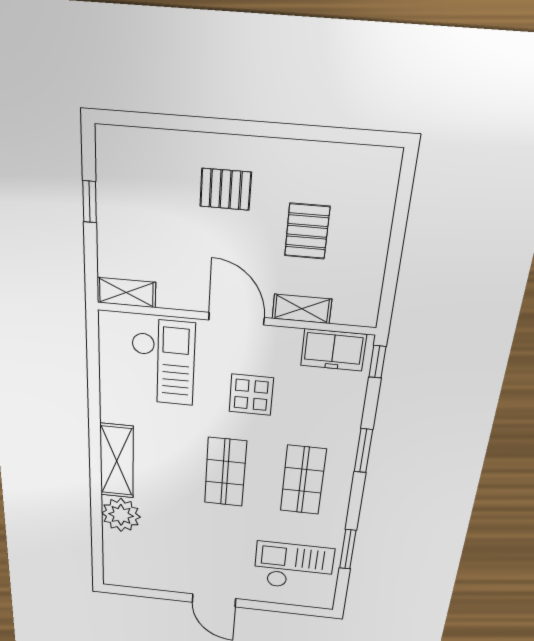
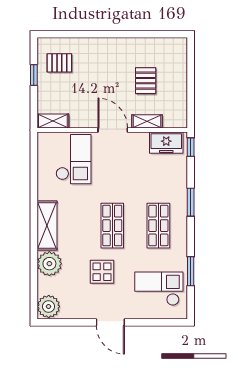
pallet: (226, 189) -> (59, 63), moved
display table: (251, 395) -> (102, 272), moved
plant: (120, 570) -> (49, 306), added

